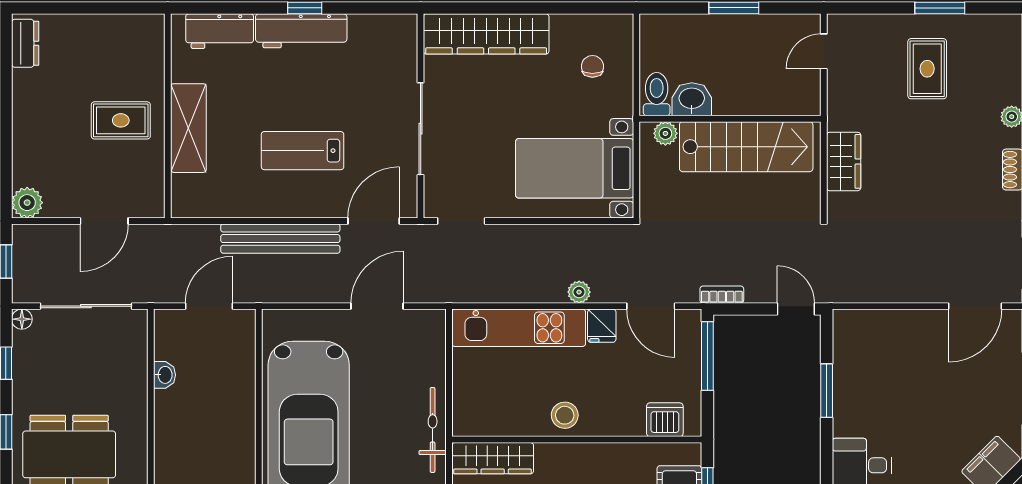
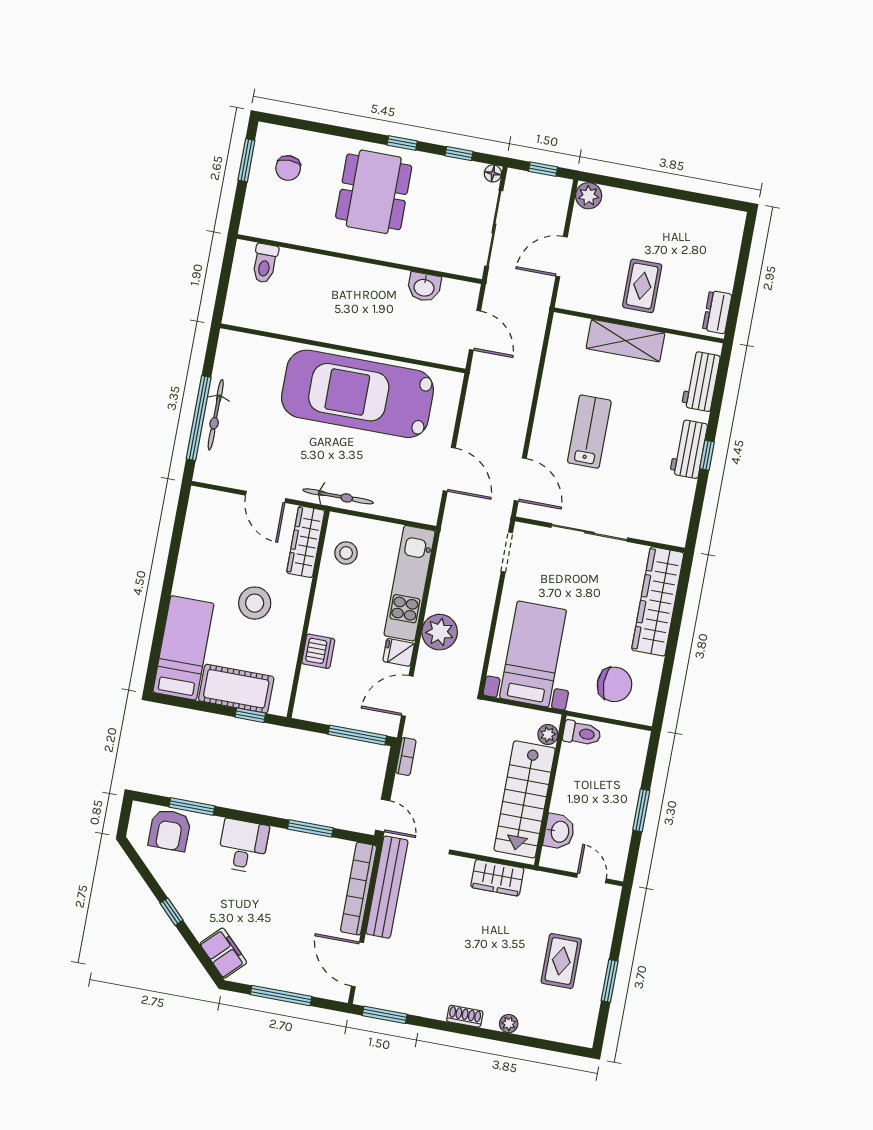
workbench: (301, 31) -> (689, 449), width x0.73
dresser: (25, 43) -> (717, 312), moved, turned 90
chair: (592, 66) -> (615, 684), width x1.87, depth x1.87
rug: (927, 69) -> (561, 961), turned 90
washbasin: (692, 99) -> (559, 832), moved
door: (104, 221) -> (562, 257), hinge flipped
bench: (280, 239) -> (387, 887), moved
plant: (579, 292) -> (440, 632), width x1.87, depth x1.87
door: (796, 309) -> (383, 816), hinge flipped
bookcase: (886, 321) -> (359, 889), added
washbasin: (164, 375) -> (424, 287), width x1.38, depth x1.45
stool: (565, 415) -> (346, 553), moved
dishwasher: (665, 420) -> (318, 651), moved

